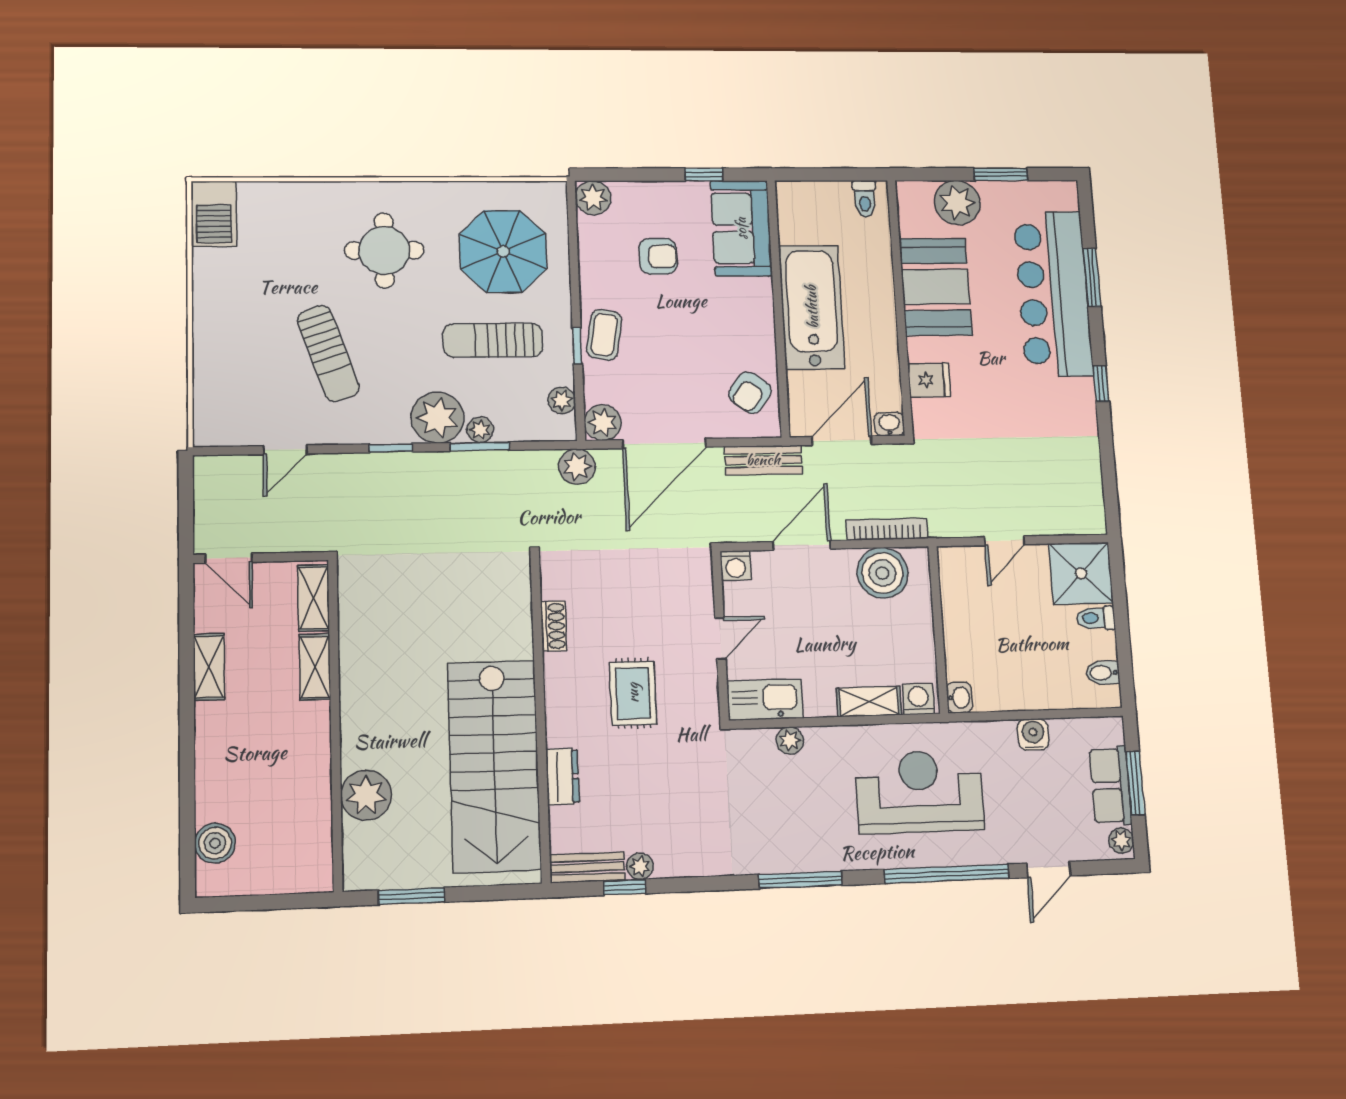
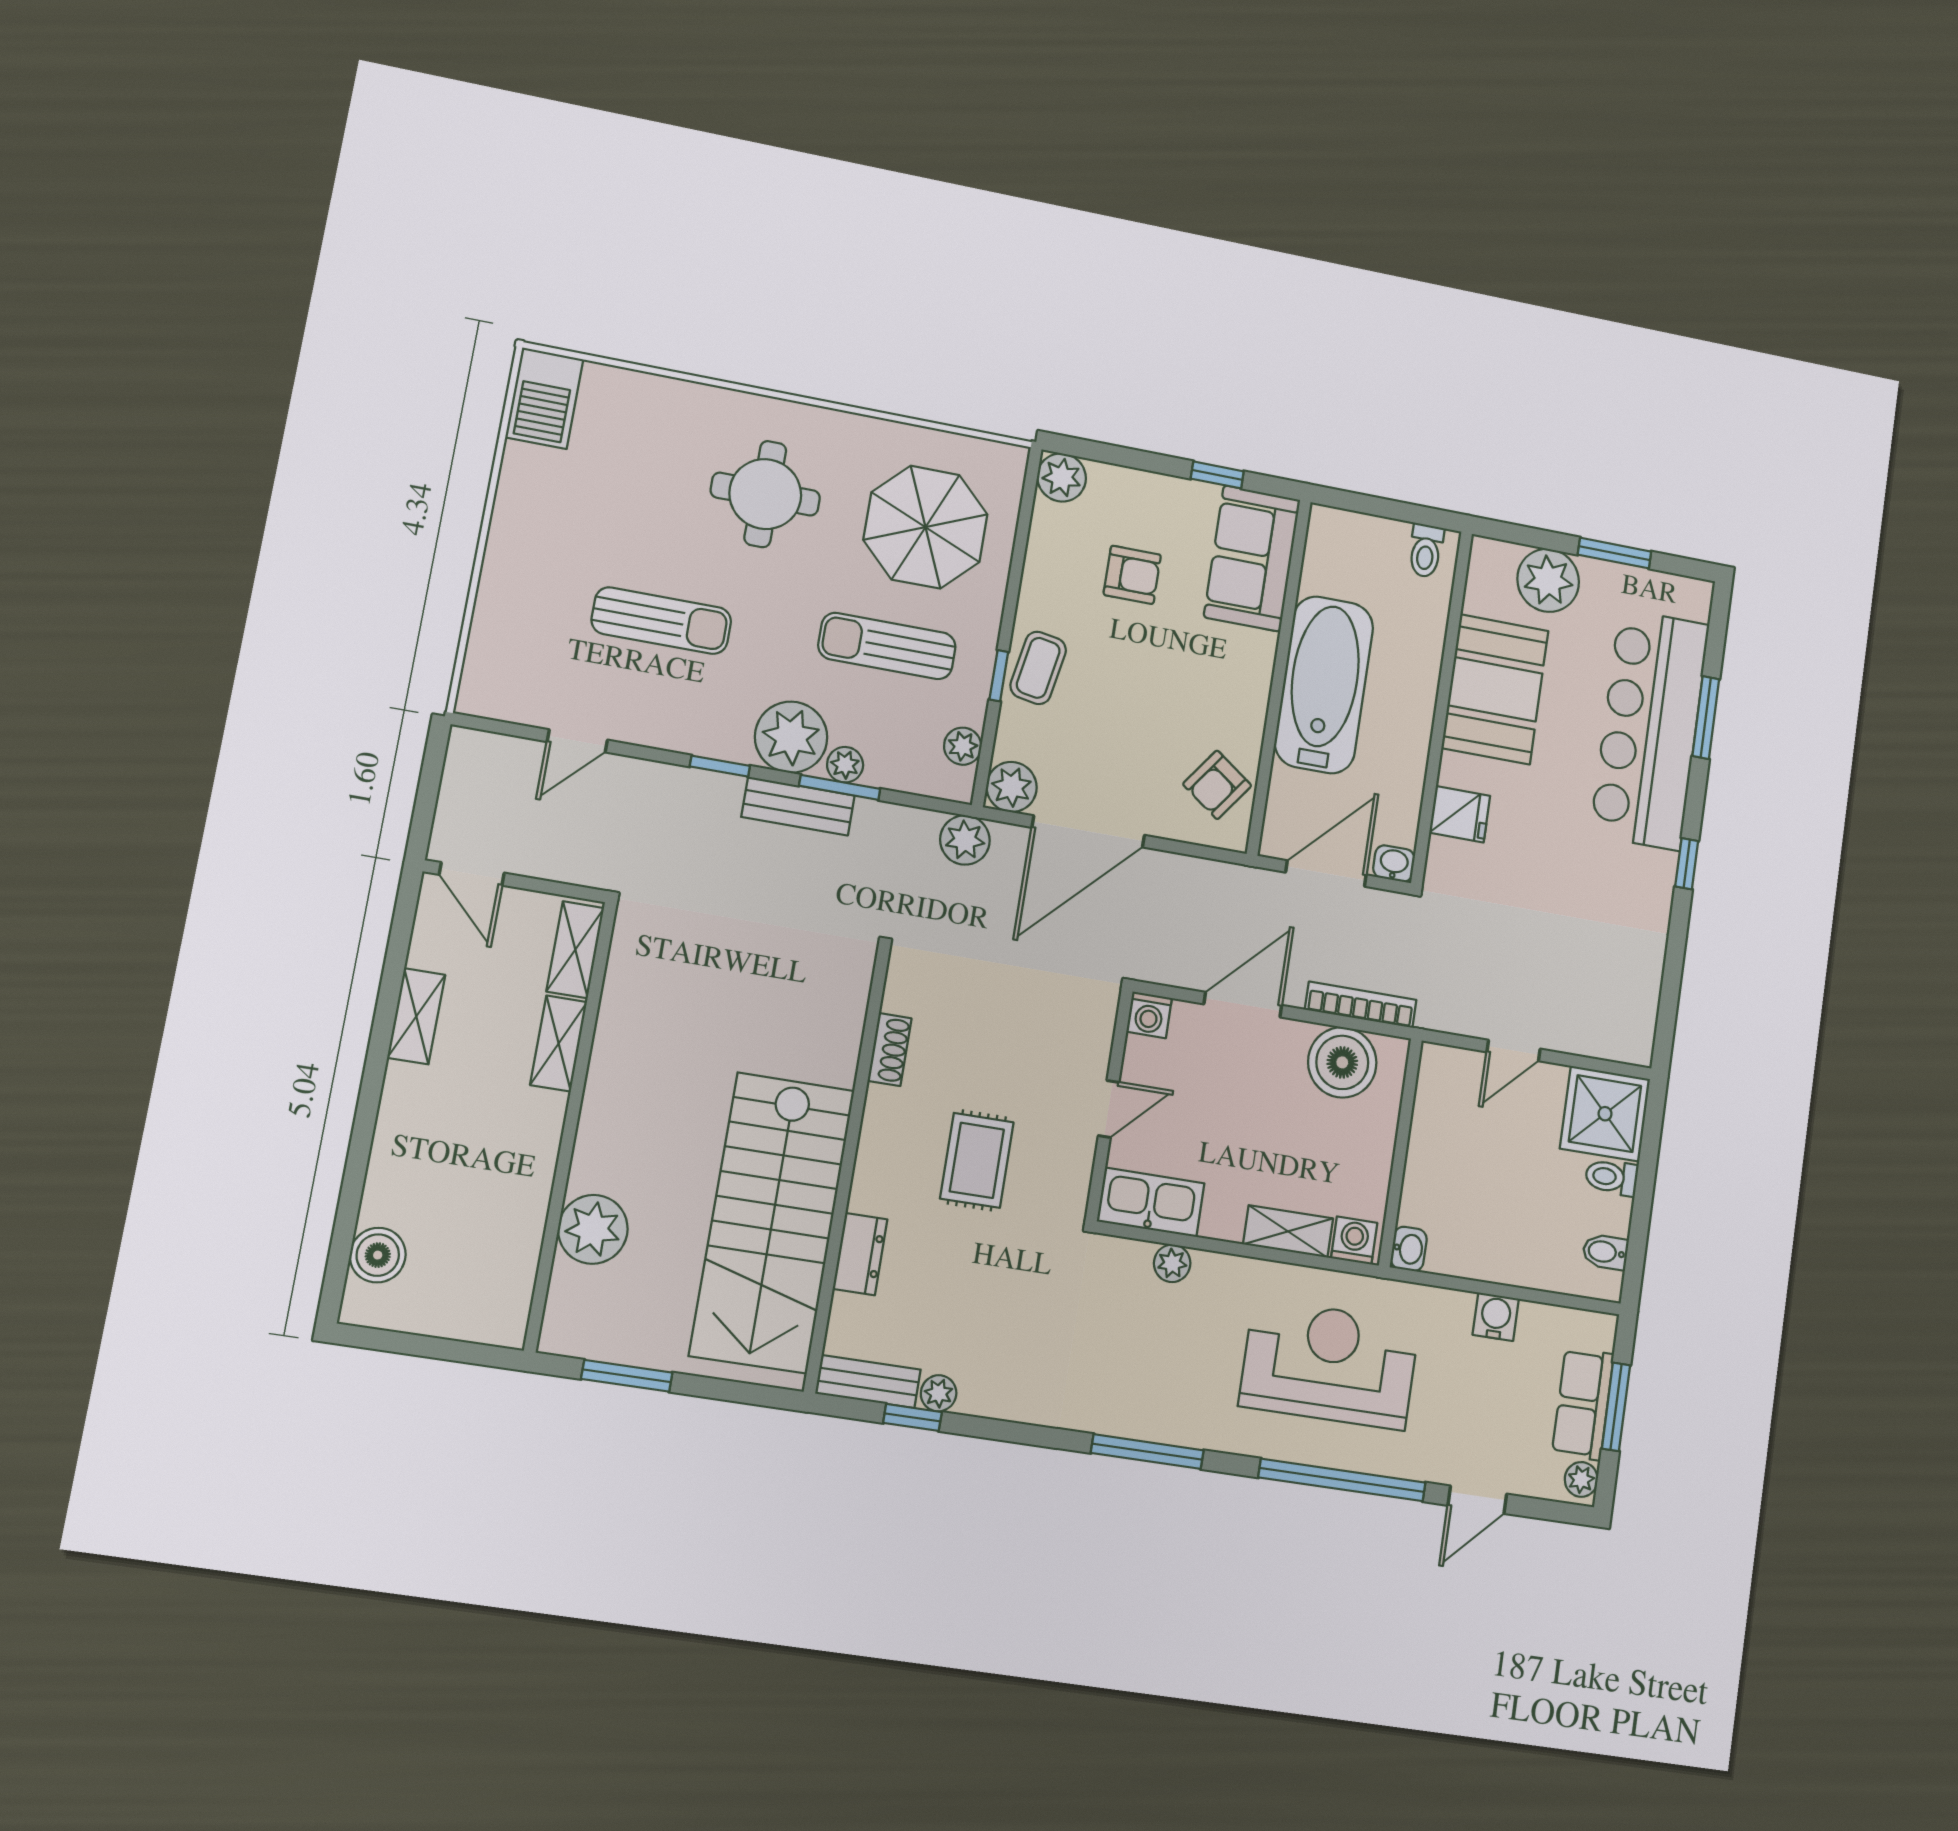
sun lounger: (328, 353) -> (661, 621), turned -71
bench: (763, 460) -> (798, 806), moved

